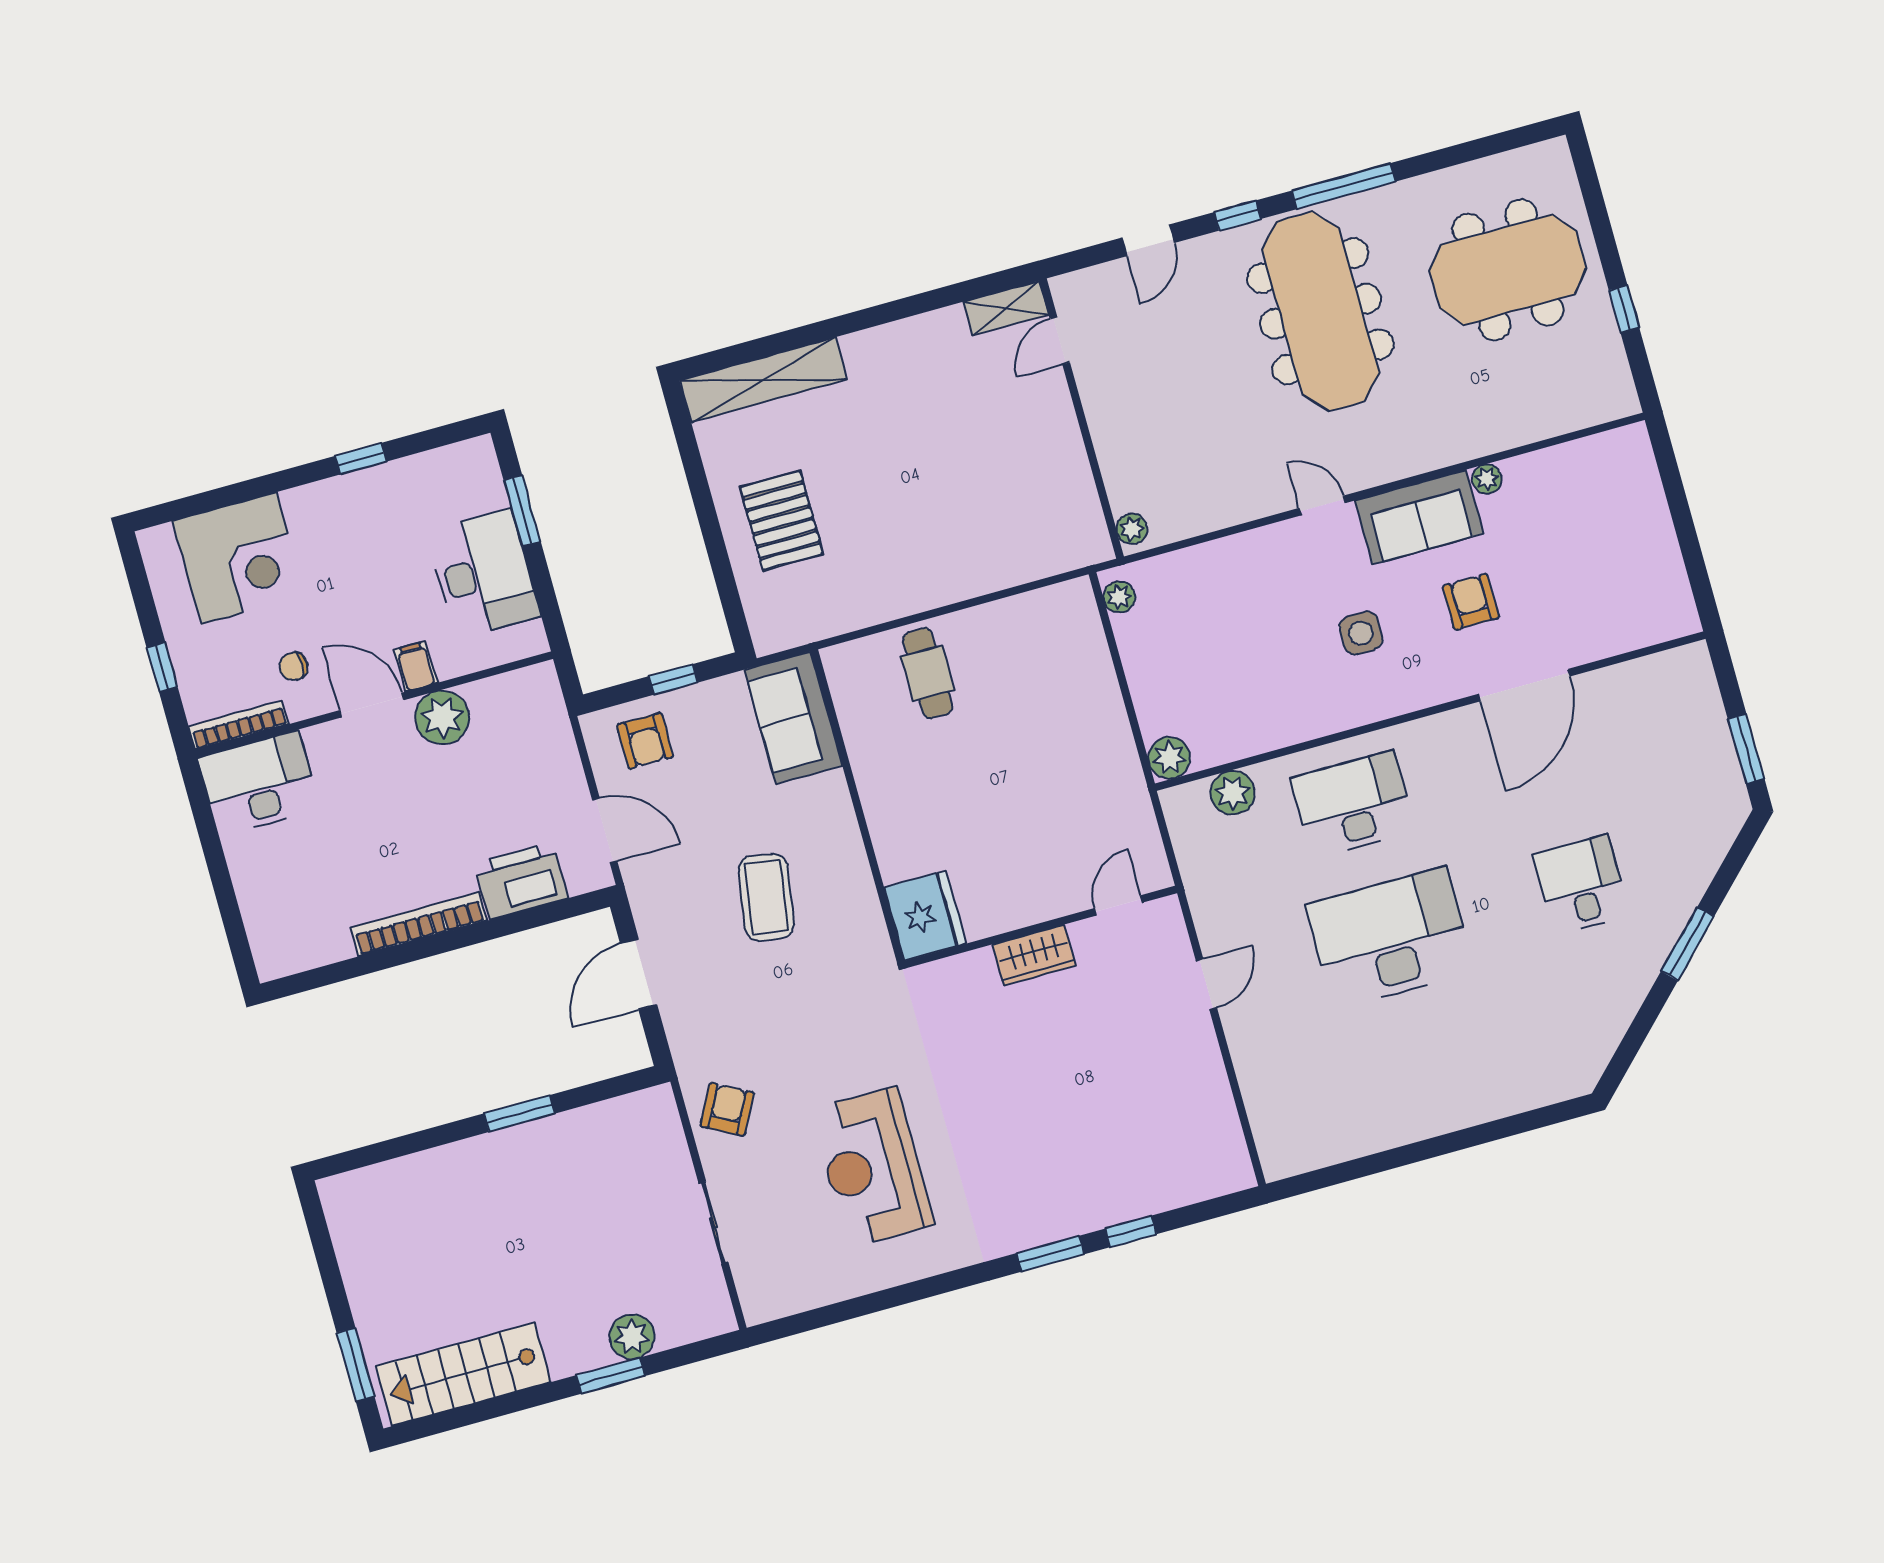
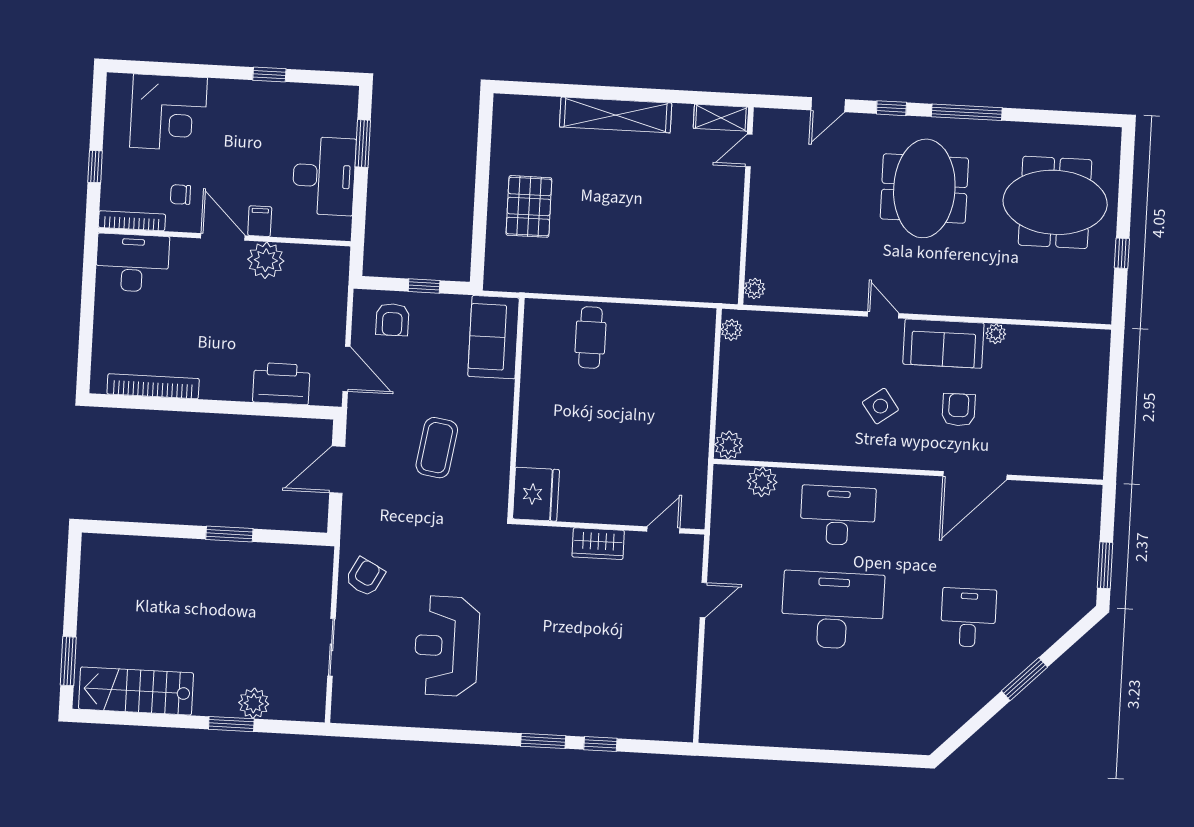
meeting table: (1320, 311) -> (924, 188), width x0.73
shelving: (763, 380) -> (616, 115), moved
side table: (1361, 633) -> (880, 406), turned -36
bookcase: (419, 924) -> (153, 386), moved

